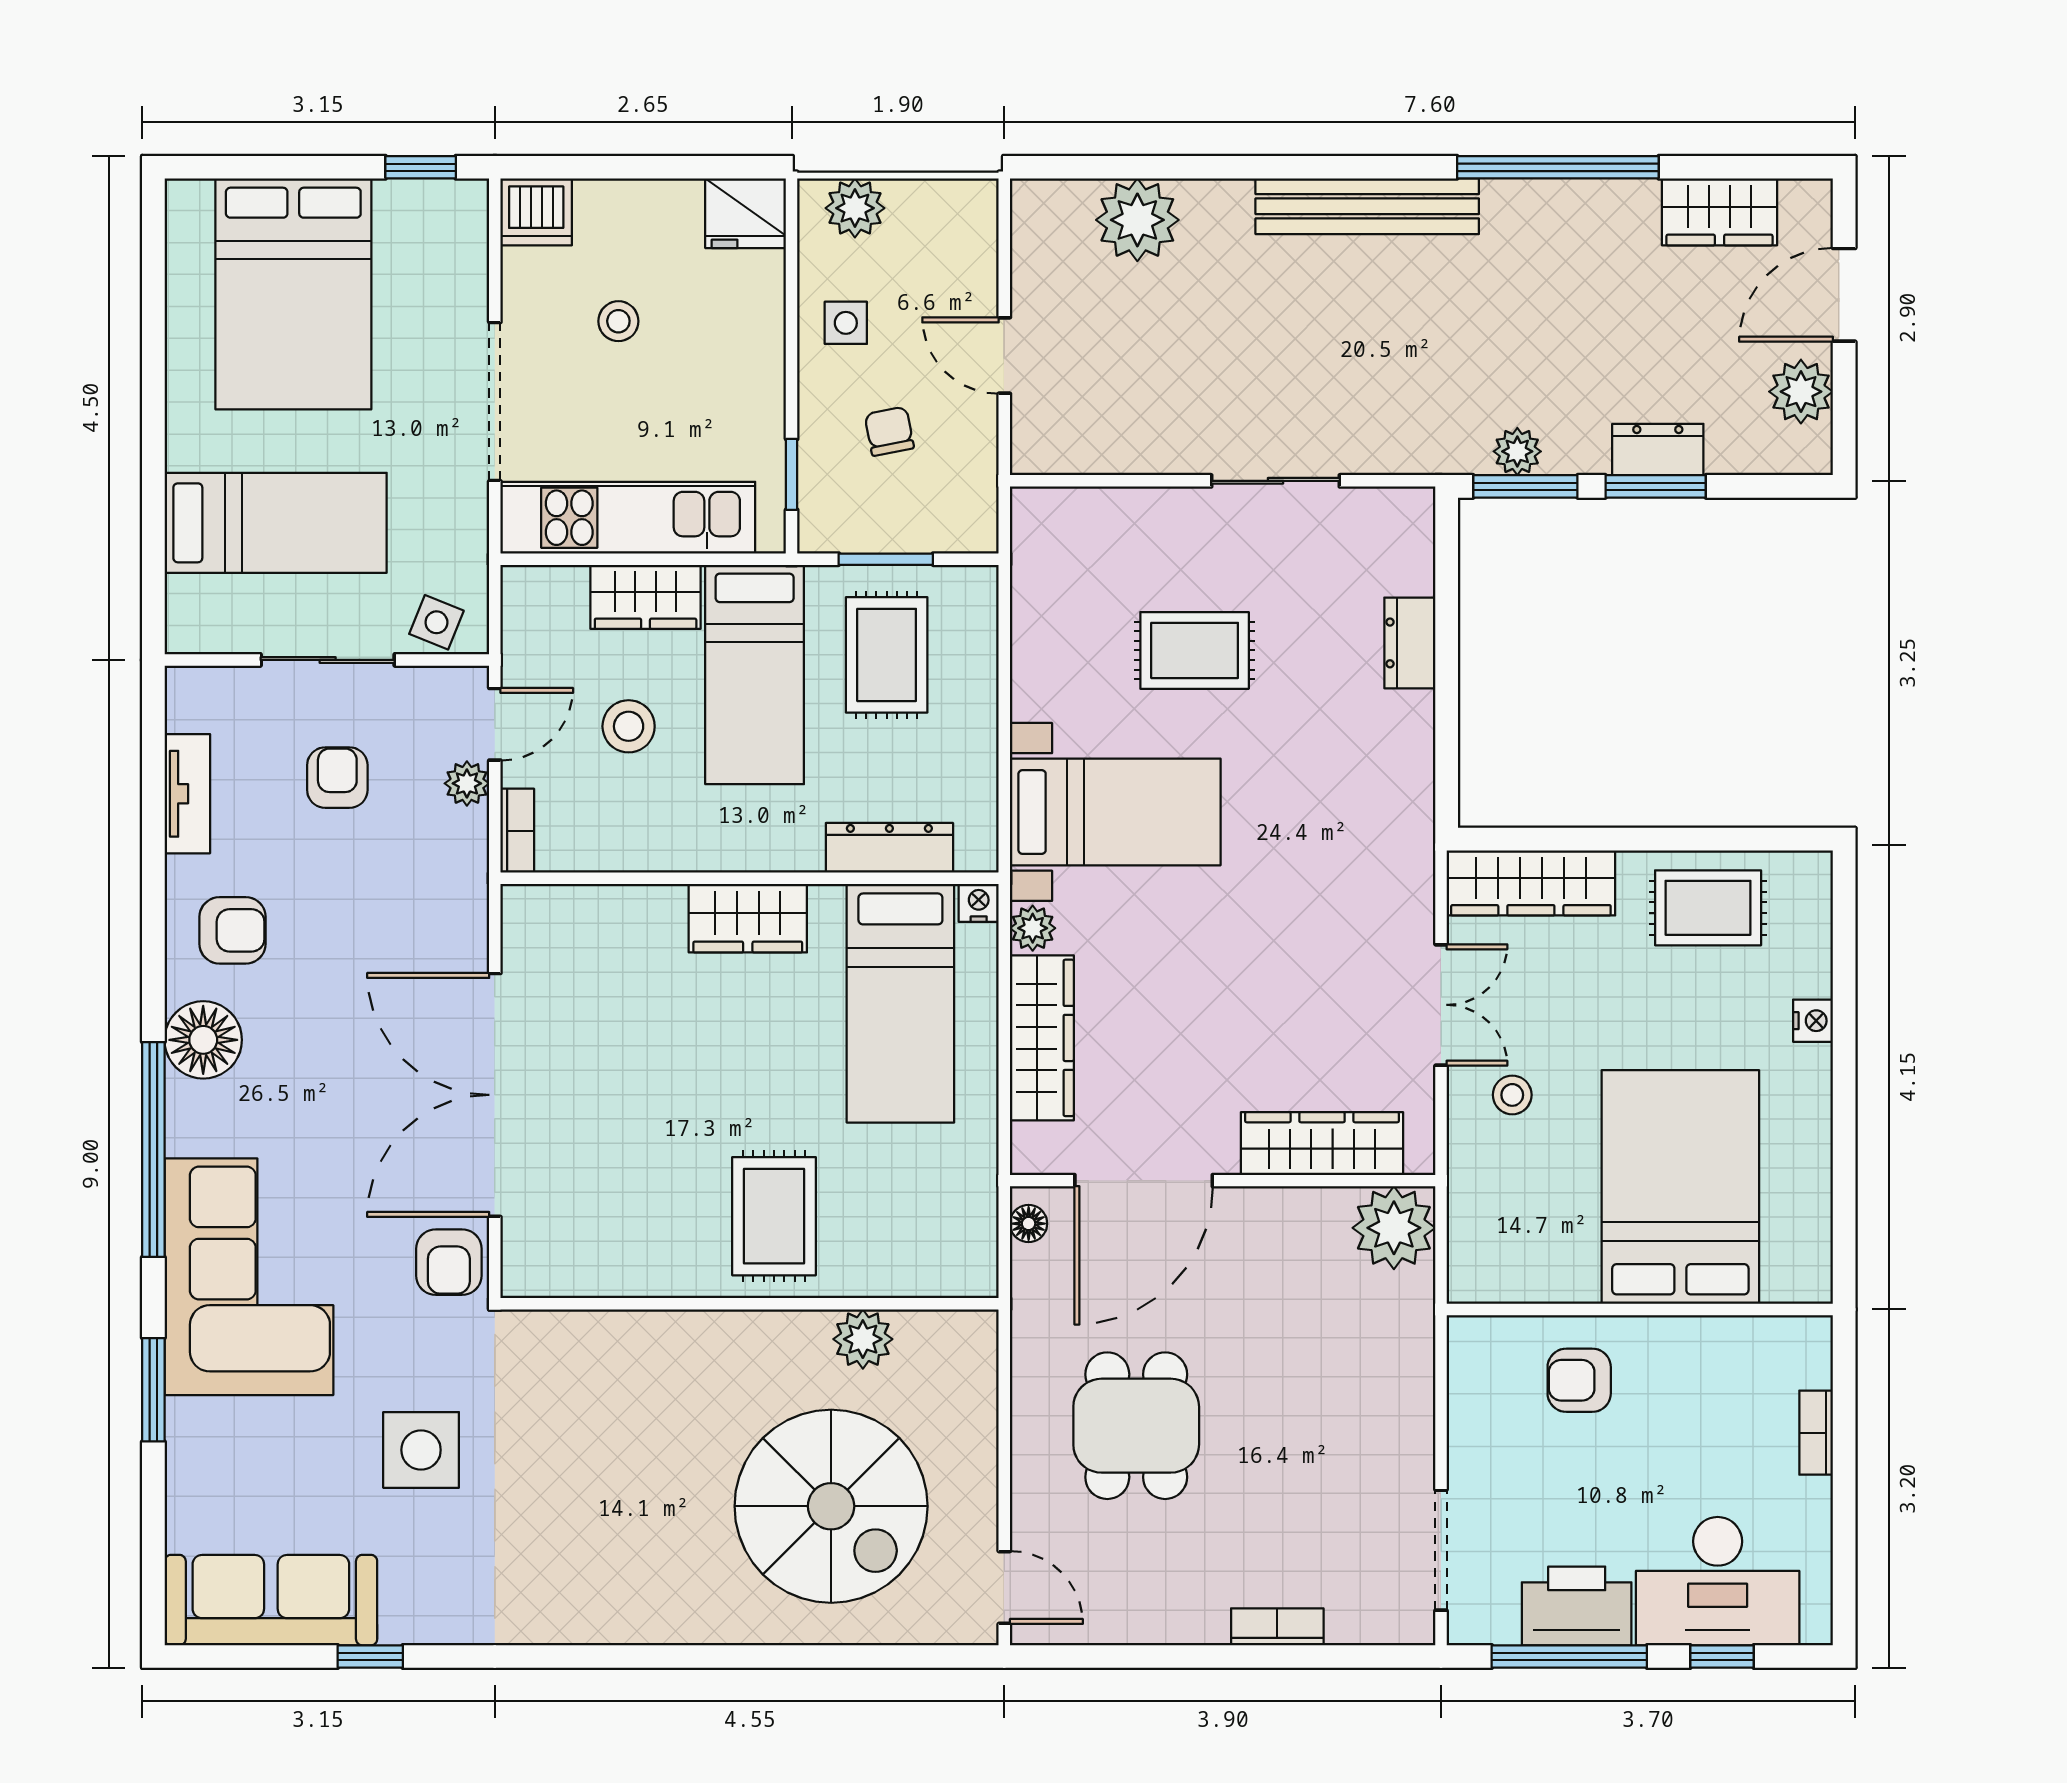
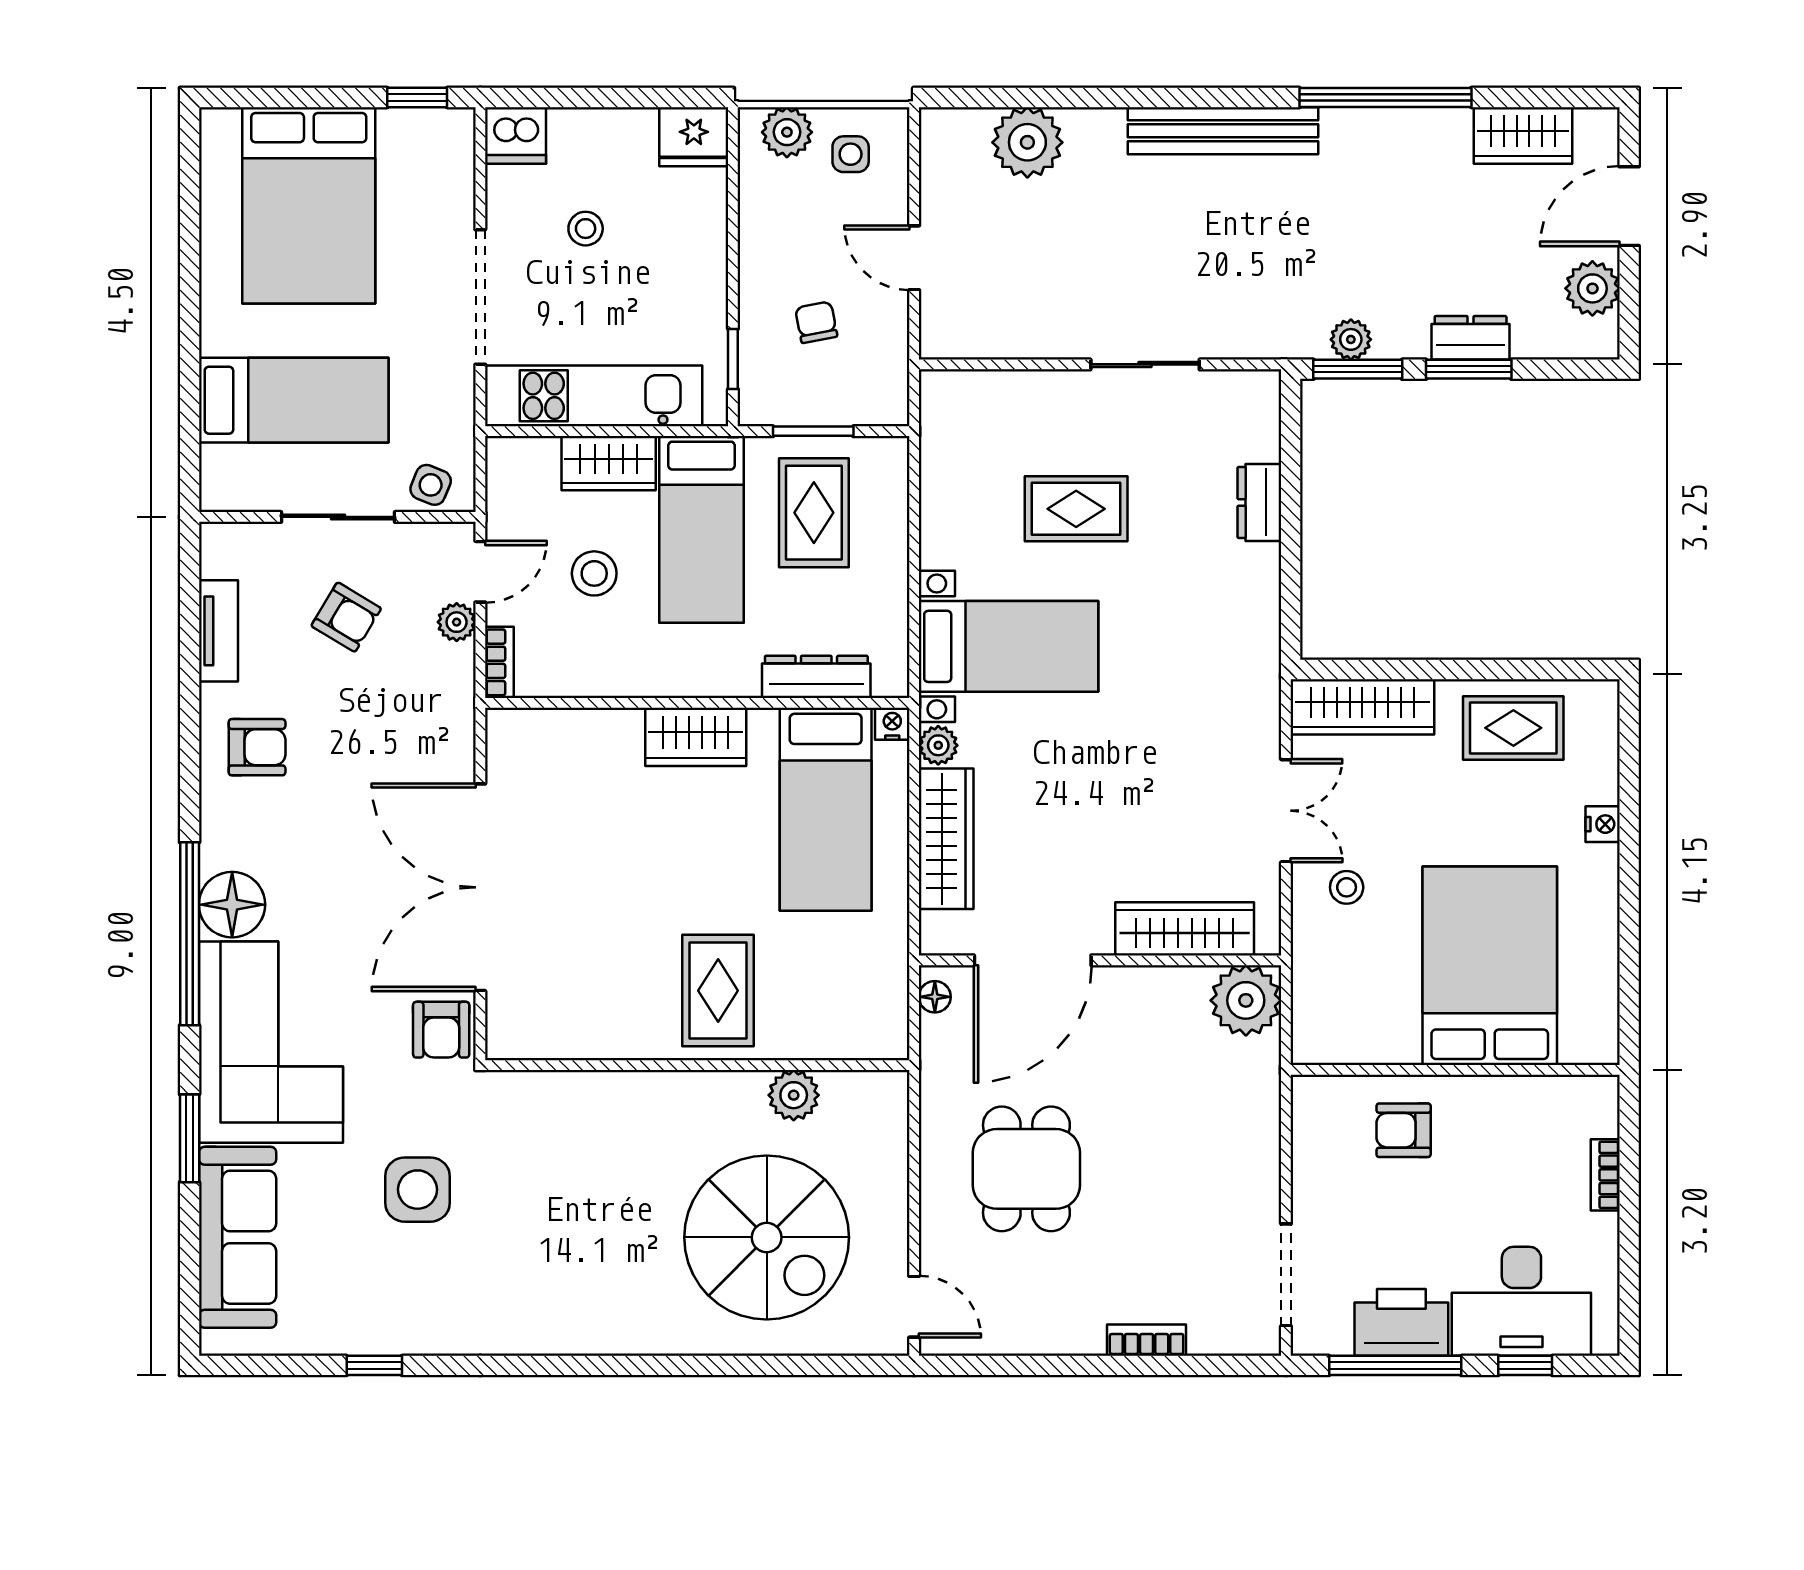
side table: (846, 323) -> (851, 154), moved
armchair: (337, 778) -> (346, 617), turned 121
floor lamp: (203, 1040) -> (232, 905), moved
sofa: (271, 1600) -> (238, 1237), moved, turned 90

